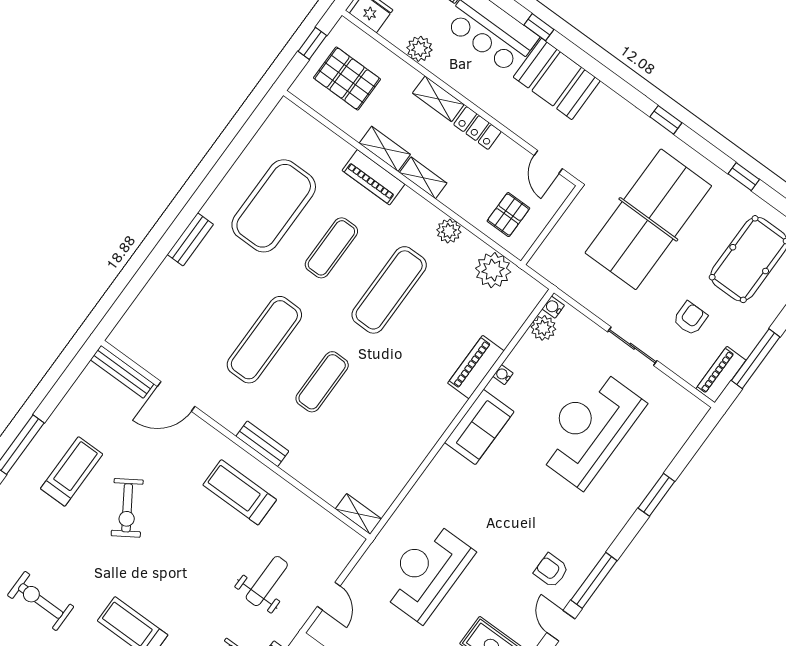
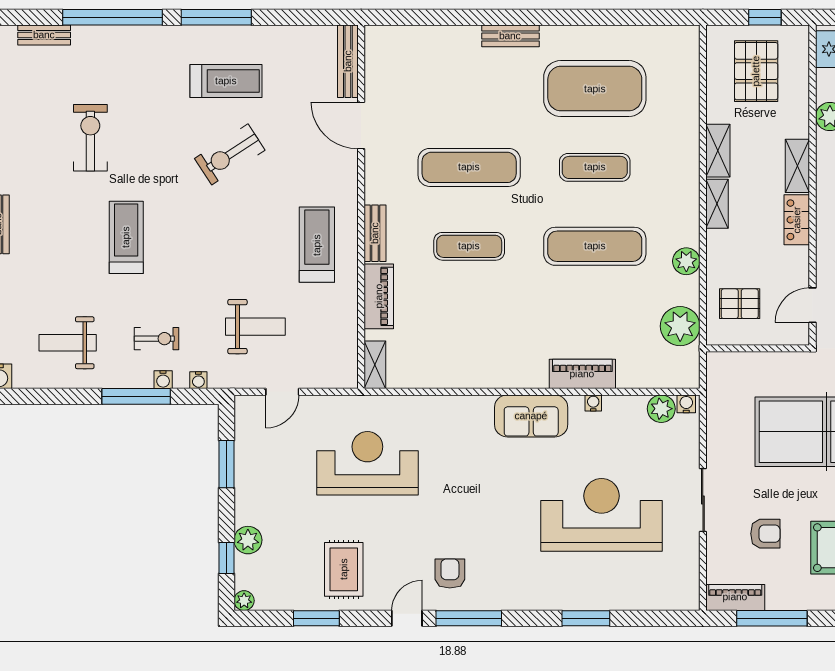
piano: (373, 177) -> (379, 296), moved, turned 180

